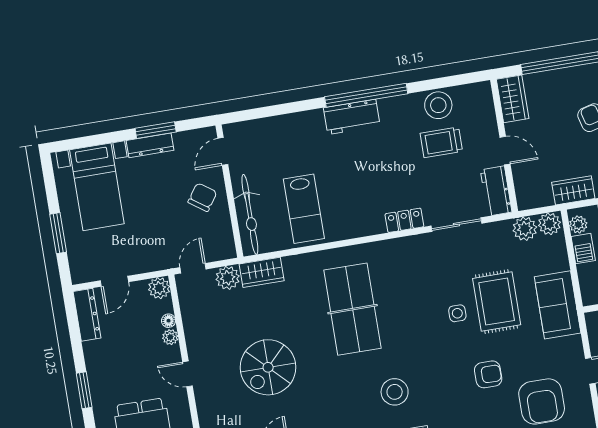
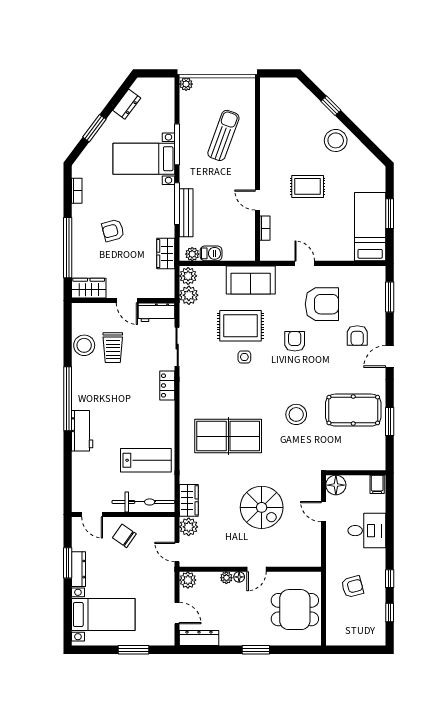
workbench: (352, 117) -> (82, 431), moved
door: (505, 151) -> (127, 300), swing flipped
floor lamp: (169, 321) -> (239, 577), moved

